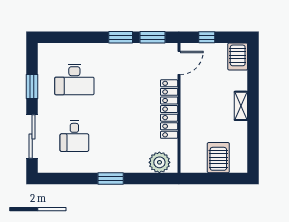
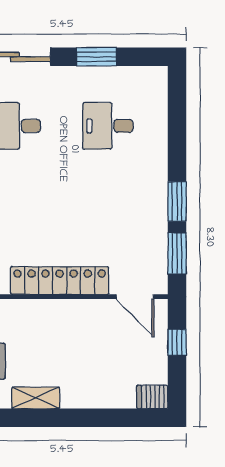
server rack: (238, 56) -> (152, 397), width x0.73, depth x0.70
desk: (74, 80) -> (108, 126), width x0.73
shelving: (241, 106) -> (36, 398), moved

